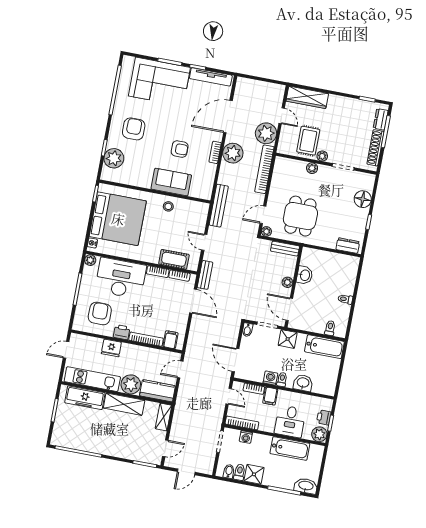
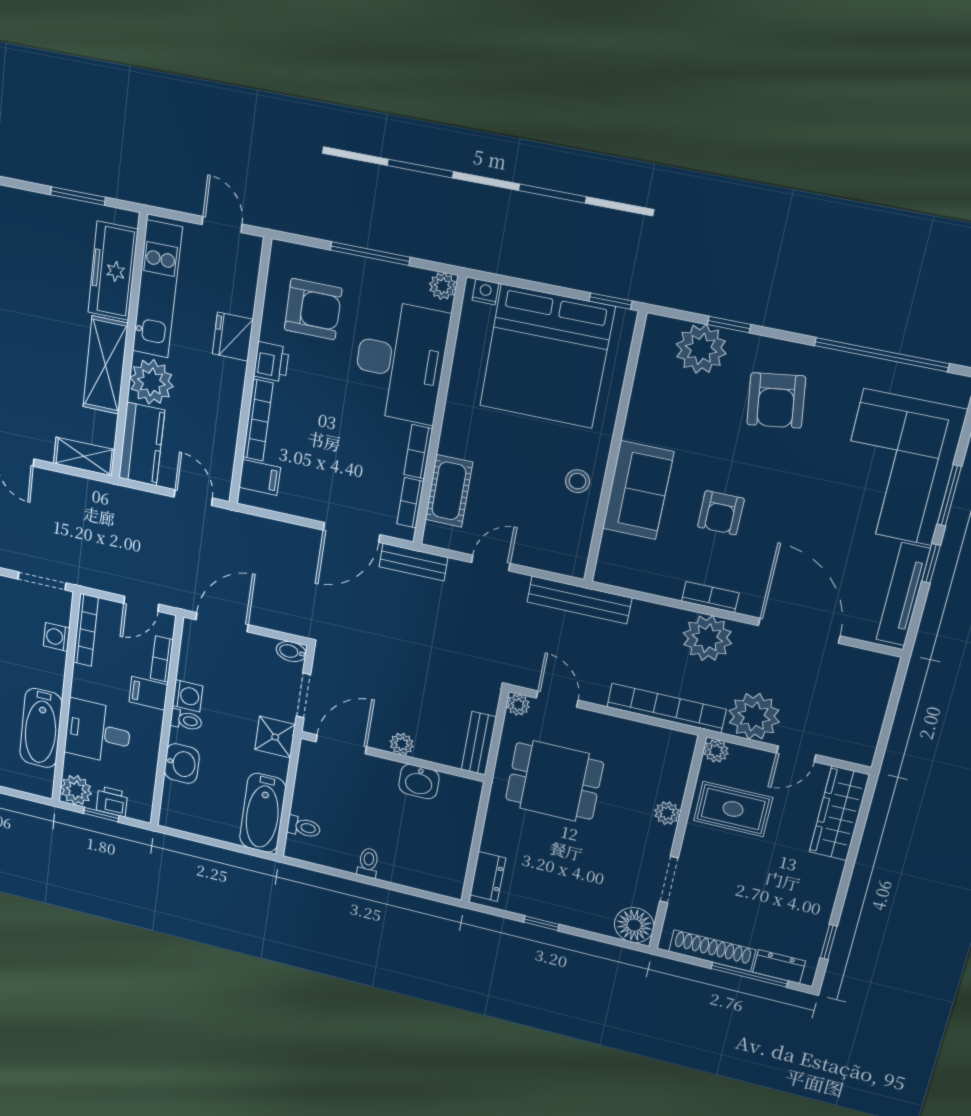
armchair: (134, 129) -> (776, 400), turned 82
plant: (322, 156) -> (716, 751), moved
floor lamp: (363, 199) -> (634, 925), moved

